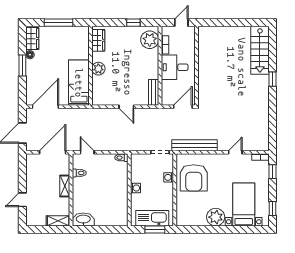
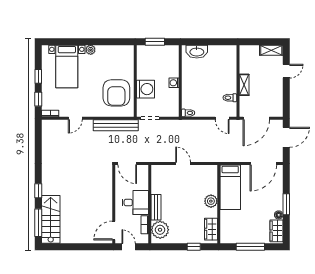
window: (133, 23) -> (194, 247), moved
door: (181, 23) -> (129, 247), swing flipped
door: (196, 39) -> (114, 231), added
window: (273, 47) -> (38, 223), added
bench: (154, 92) -> (156, 207), moved
door: (183, 107) -> (127, 163), hinge flipped
washing machine: (169, 177) -> (145, 89), width x1.89, depth x1.89
armchair: (194, 178) -> (116, 93), turned 180
window: (273, 208) -> (38, 76), moved
plant: (216, 217) -> (91, 50), width x0.53, depth x0.53
kitchen sink: (152, 218) -> (157, 53), removed
washbasin: (83, 219) -> (197, 52), moved
shelving: (58, 221) -> (271, 50), moved

